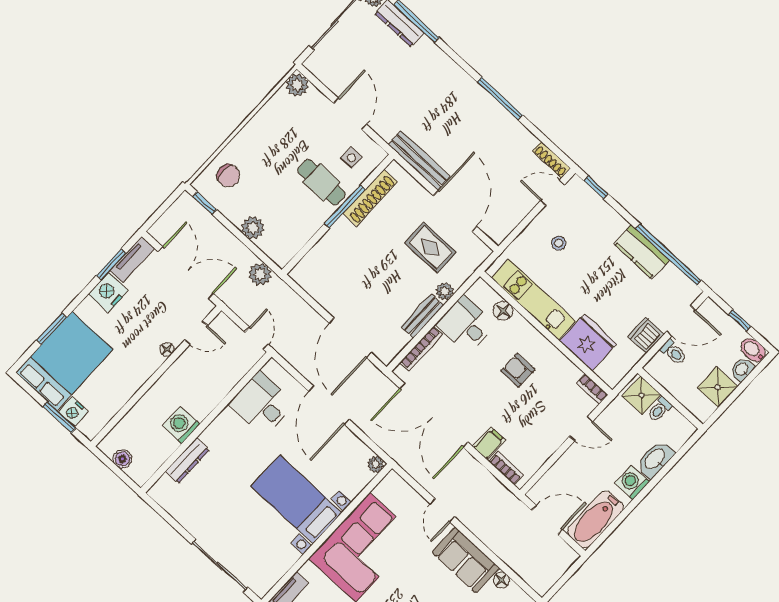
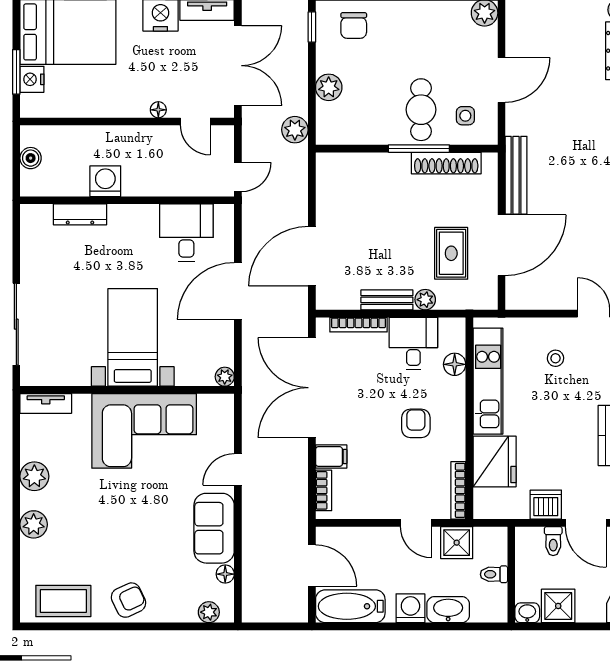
washbasin: (742, 369) -> (527, 613), moved
bookcase: (592, 389) -> (458, 490), width x1.56
shower: (642, 395) -> (457, 543), moved

